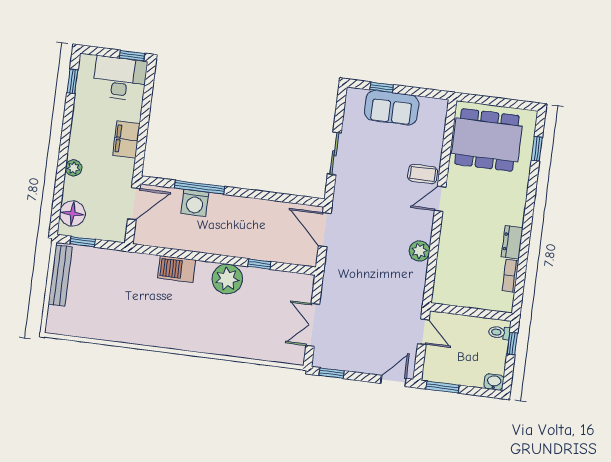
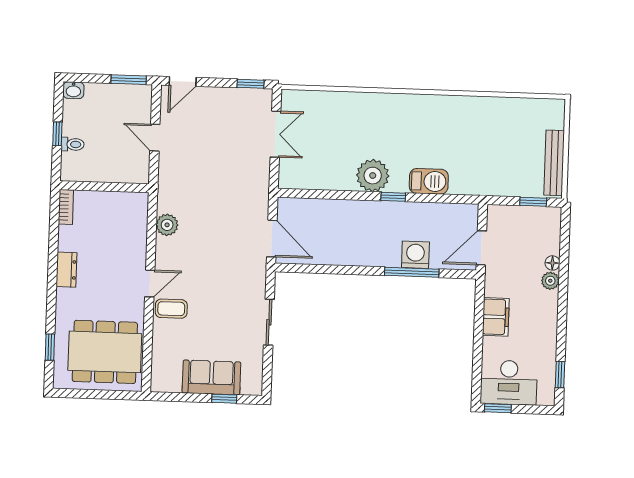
floor lamp: (72, 214) -> (552, 263), moved, width x0.53, depth x0.53
dresser: (512, 242) -> (67, 270), moved
window: (259, 264) -> (393, 197), moved
wall: (471, 312) -> (104, 187), moved

